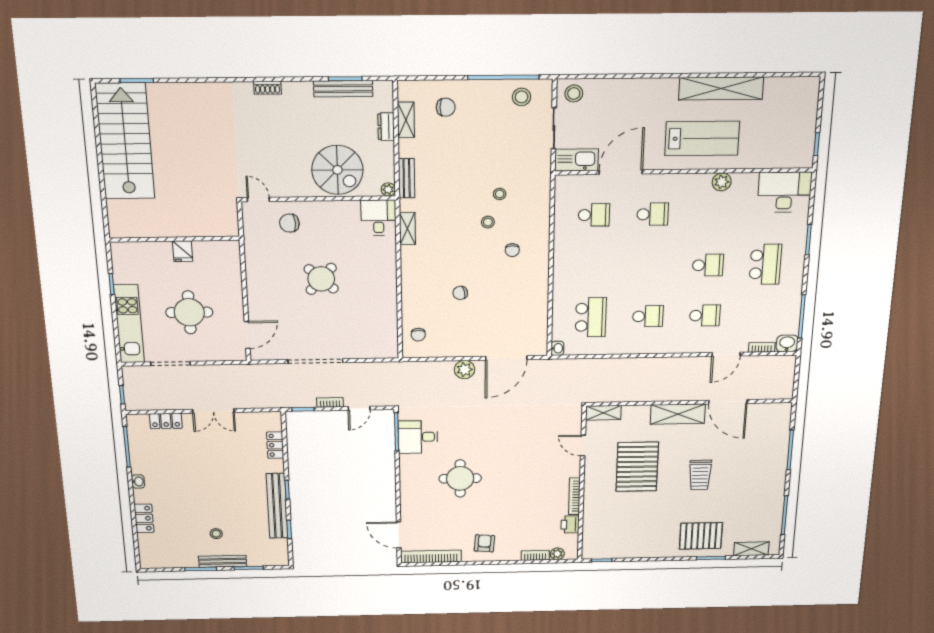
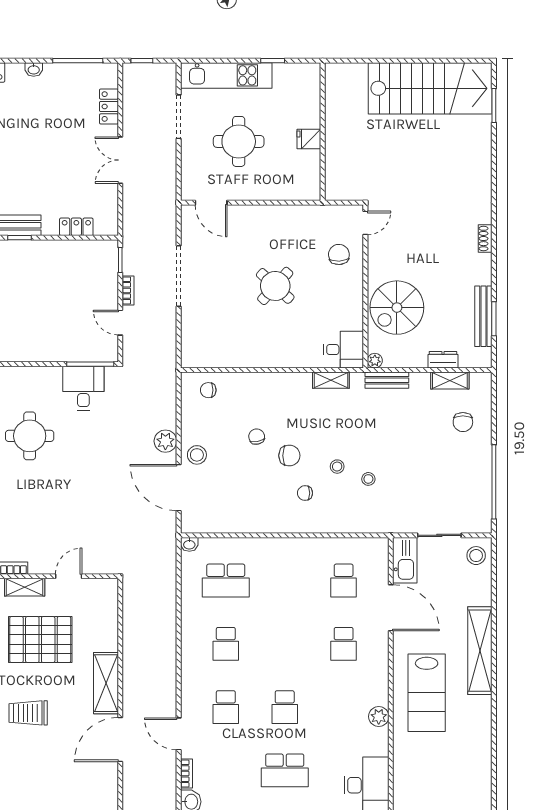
shelving: (721, 88) -> (480, 651), moved
stool: (521, 97) -> (197, 455), moved
chair: (478, 264) -> (289, 456), added
shelving: (603, 413) -> (25, 587), moved, turned 90

